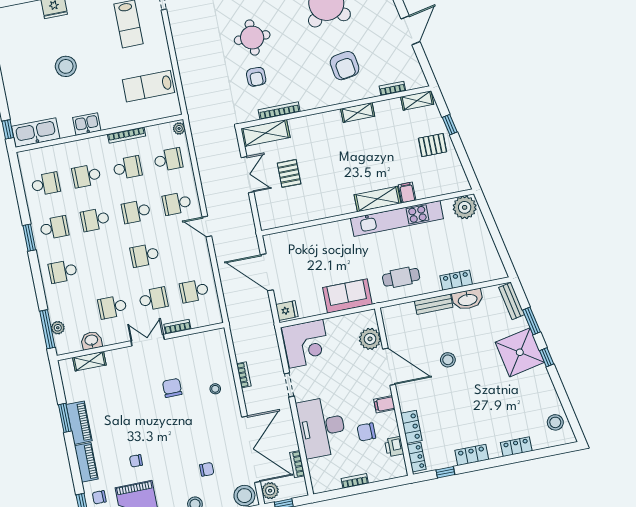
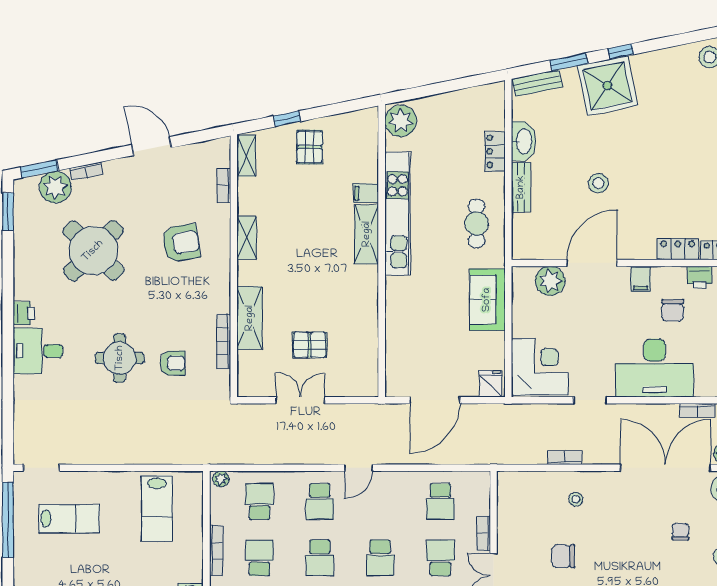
shelving: (265, 133) -> (250, 318), moved

